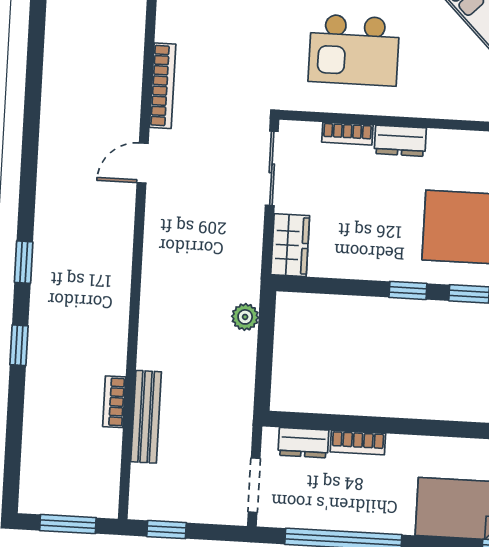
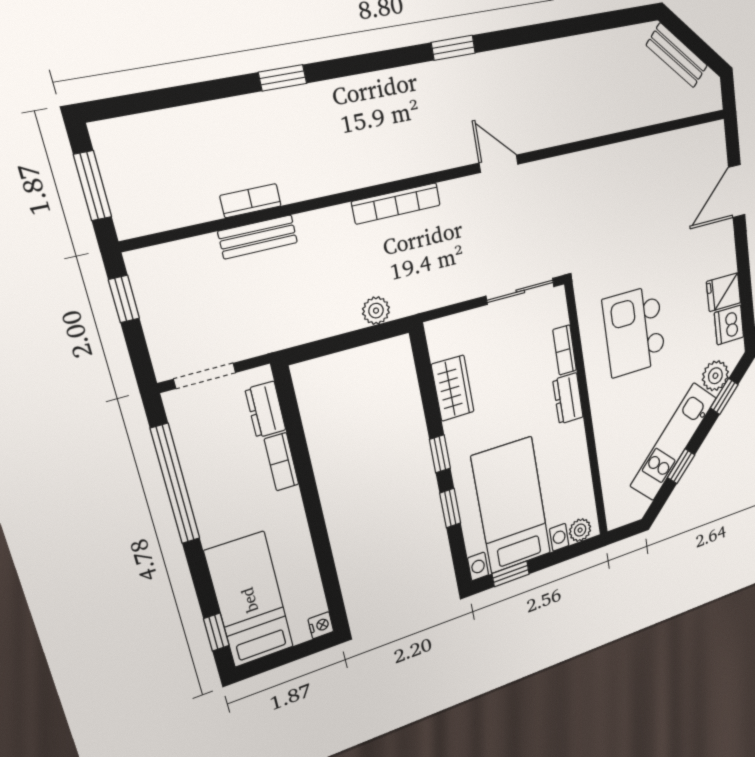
bookcase: (163, 86) -> (396, 203), moved
wardrobe: (290, 245) -> (453, 388), moved, turned -90
window: (24, 262) -> (453, 48), moved
bench: (146, 417) -> (258, 237), width x0.73

